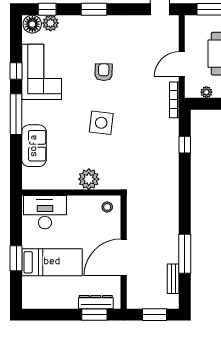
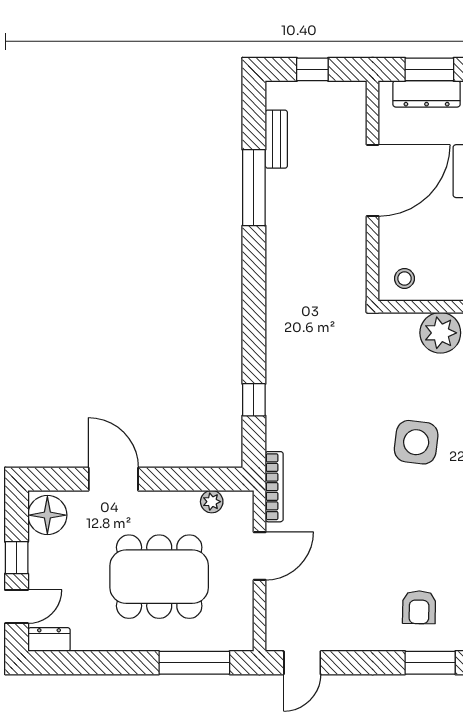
armchair: (104, 72) -> (419, 607), moved
window: (155, 315) -> (312, 69), width x0.67

